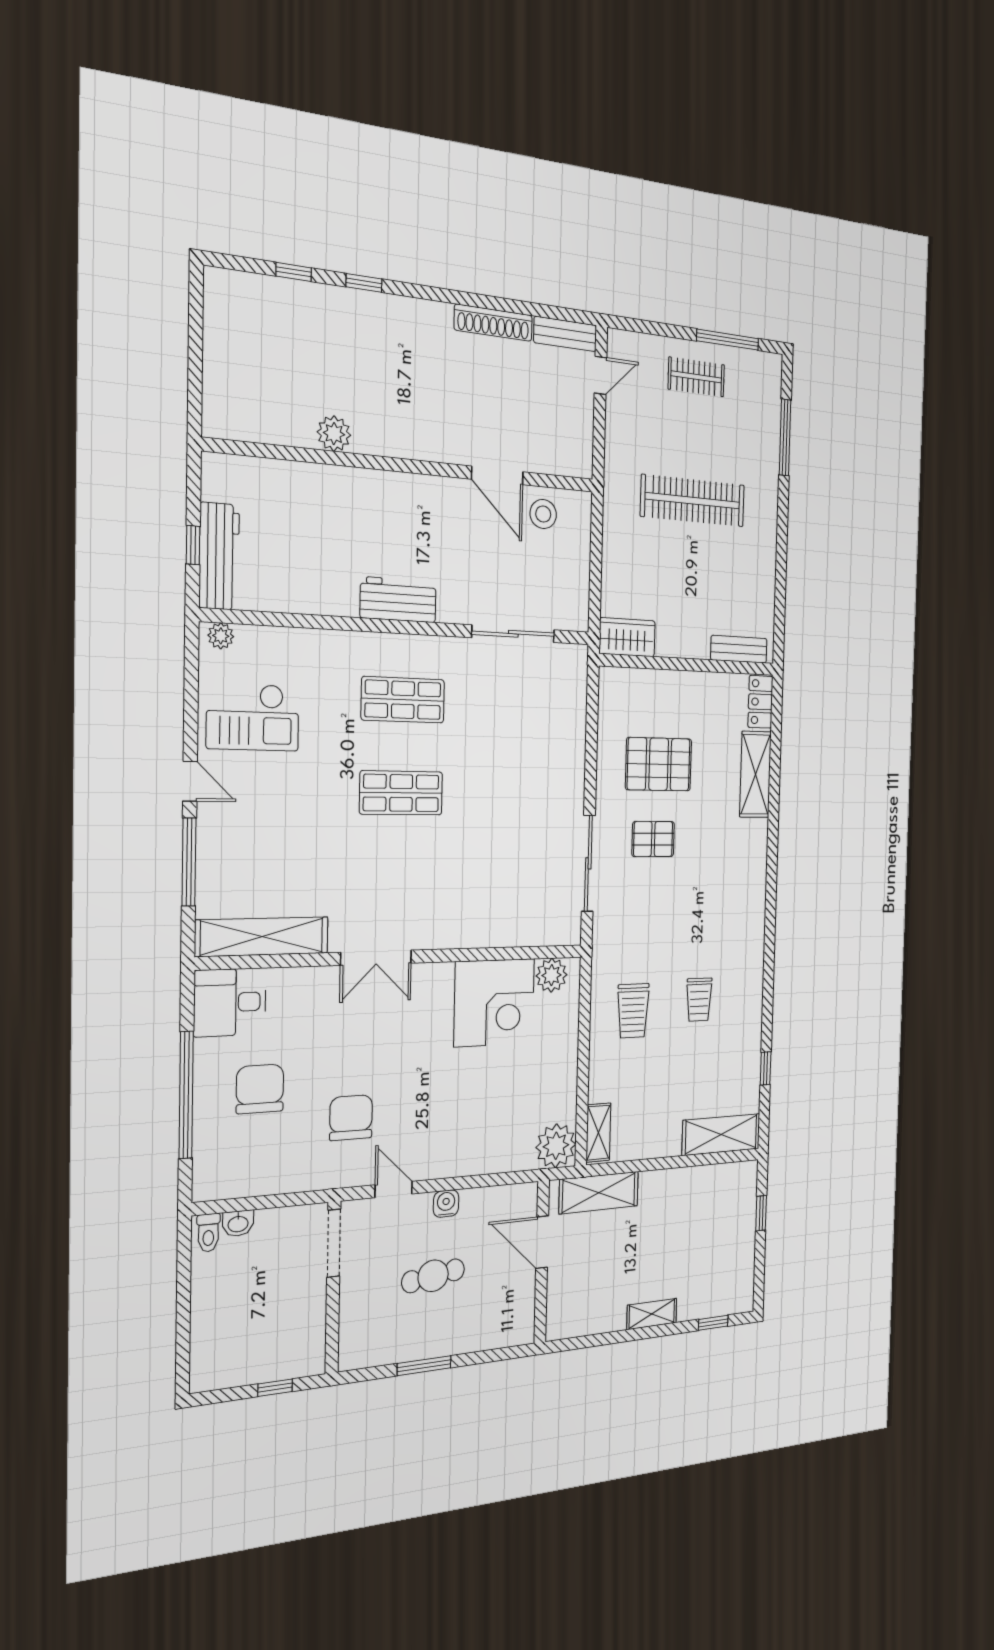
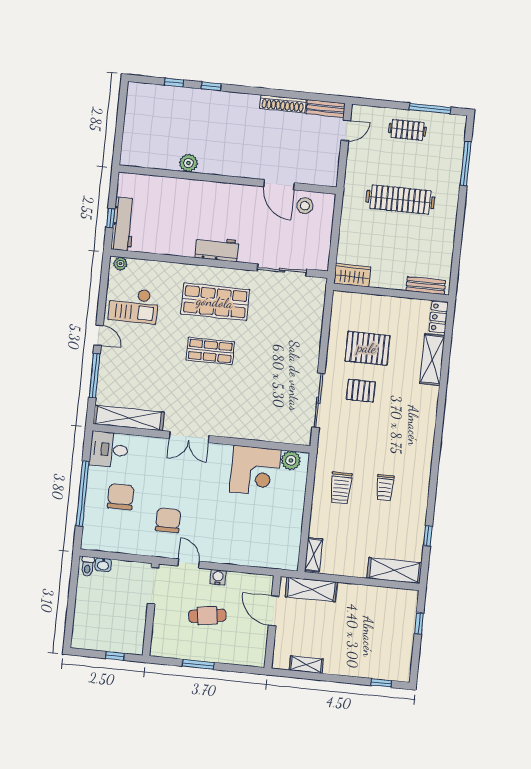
shop shelf: (403, 700) -> (215, 302), width x1.43, depth x1.36
plant: (556, 1146) -> (286, 557), removed
shelving: (652, 1314) -> (306, 665), moved

